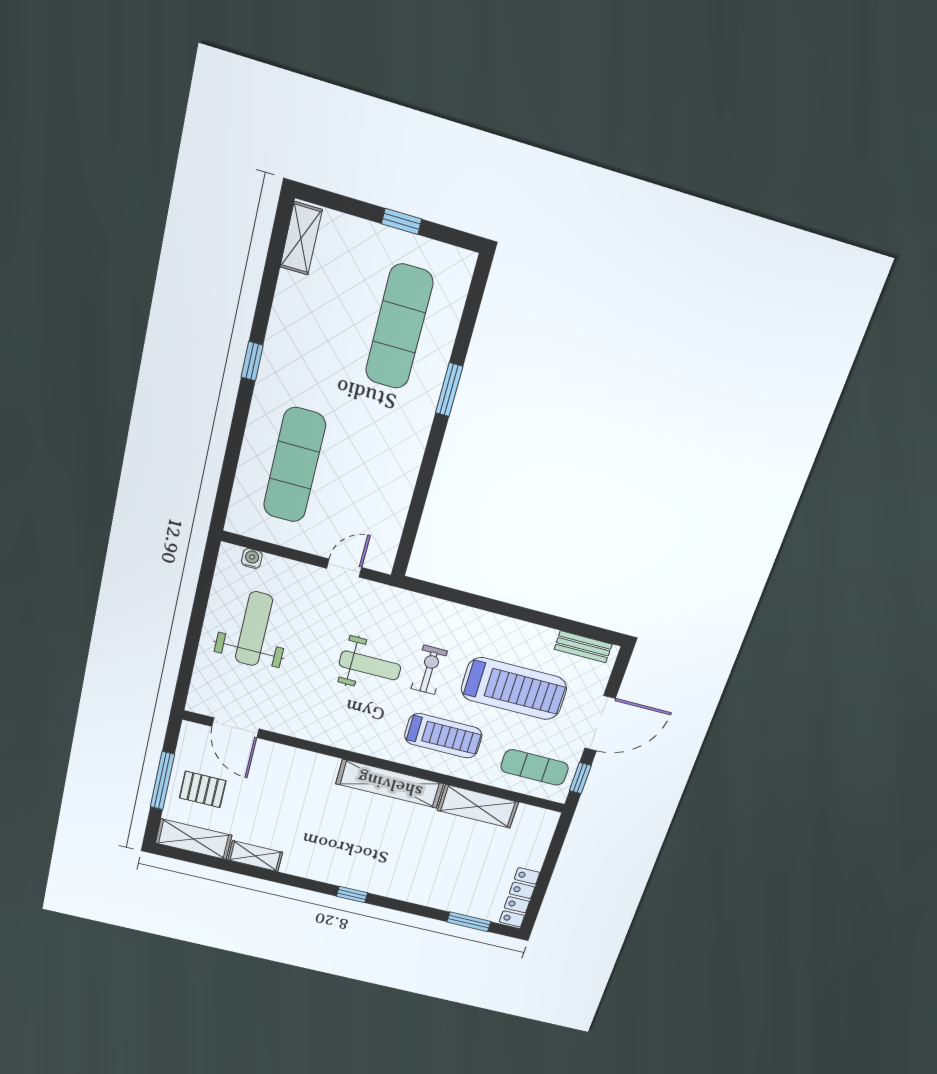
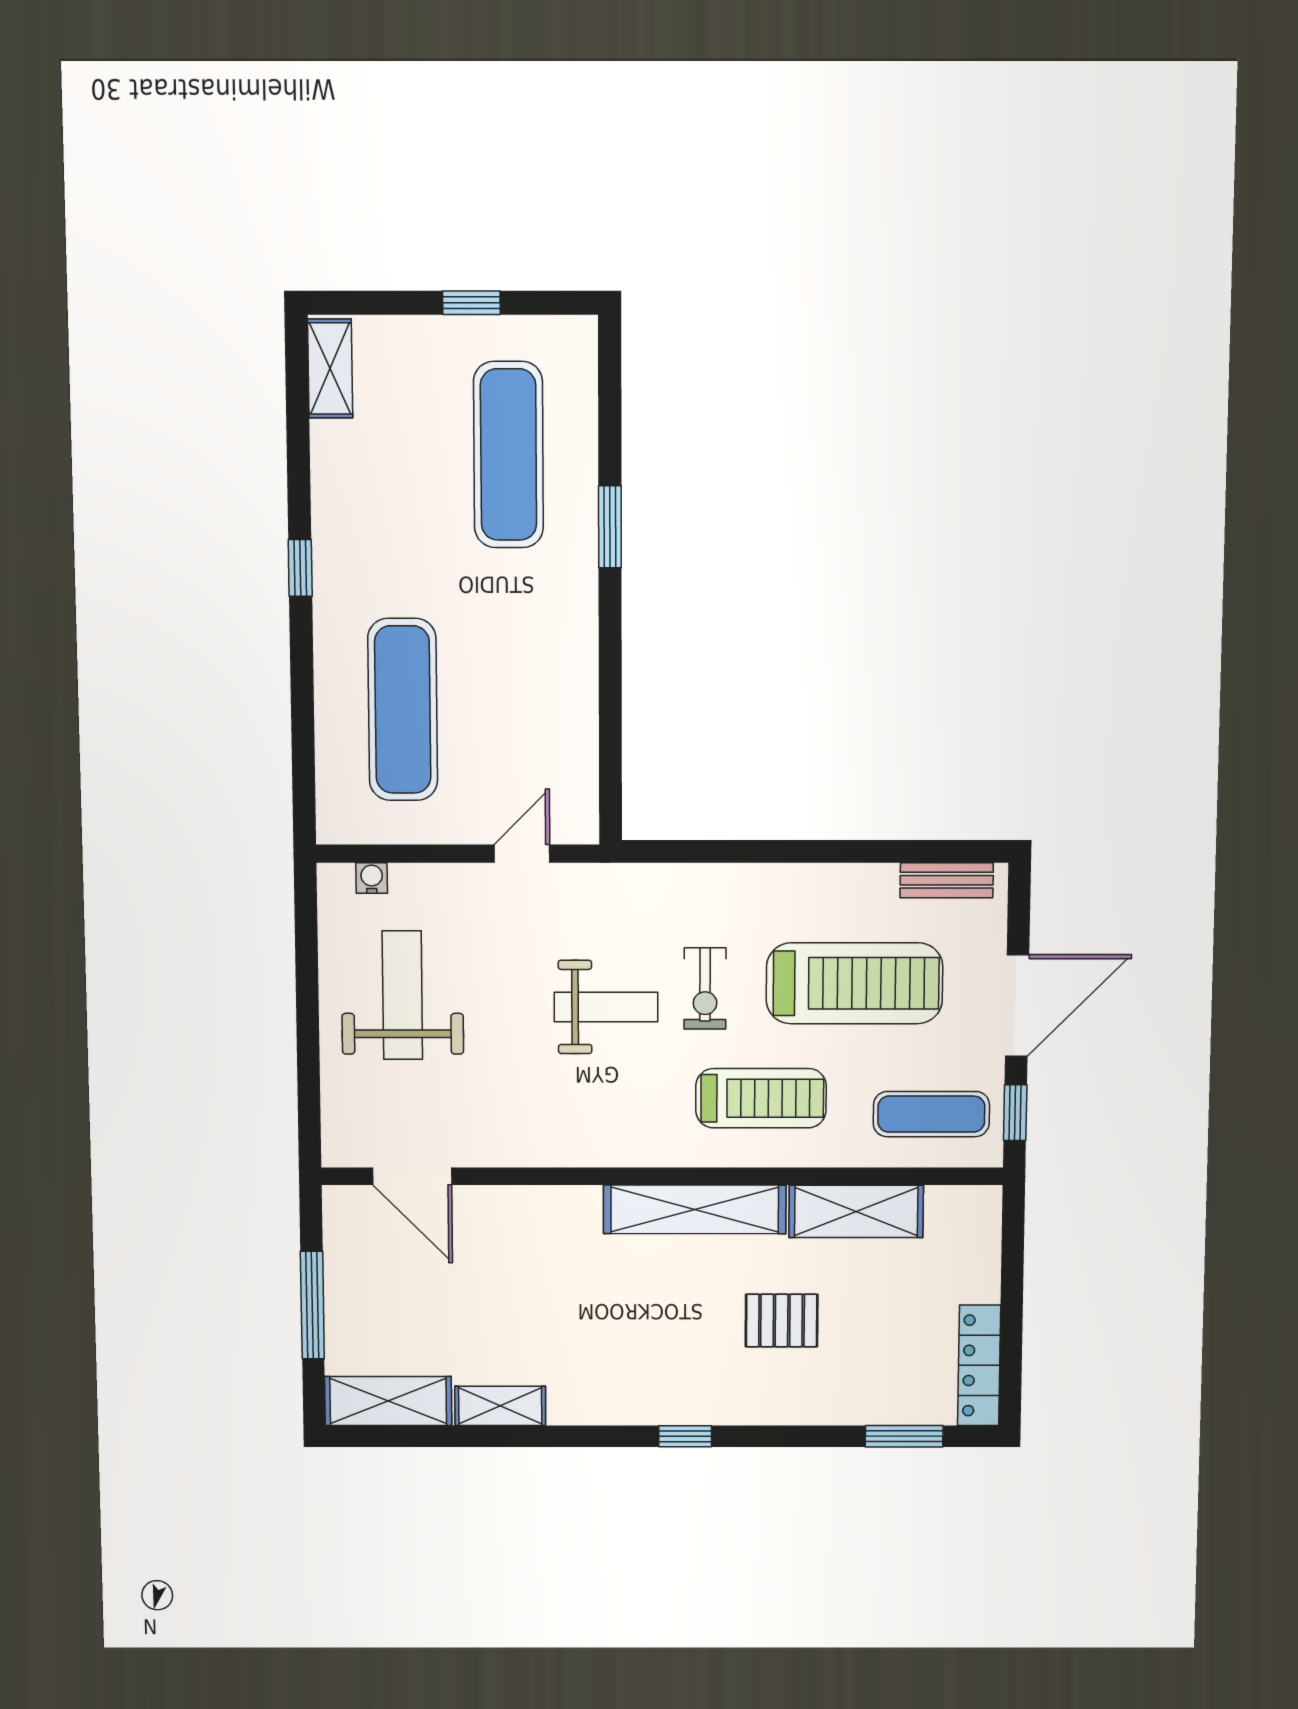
exercise bike: (429, 670) -> (705, 988), turned 180
pallet: (203, 789) -> (782, 1321), moved

